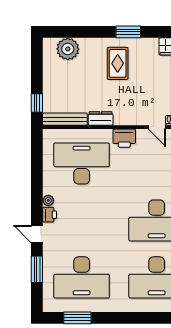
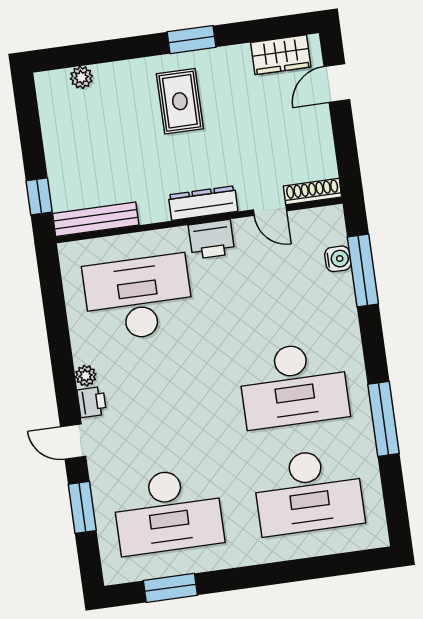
plant: (68, 49) -> (81, 77), width x0.53, depth x0.53
dresser: (101, 118) -> (203, 203), moved, width x1.44

